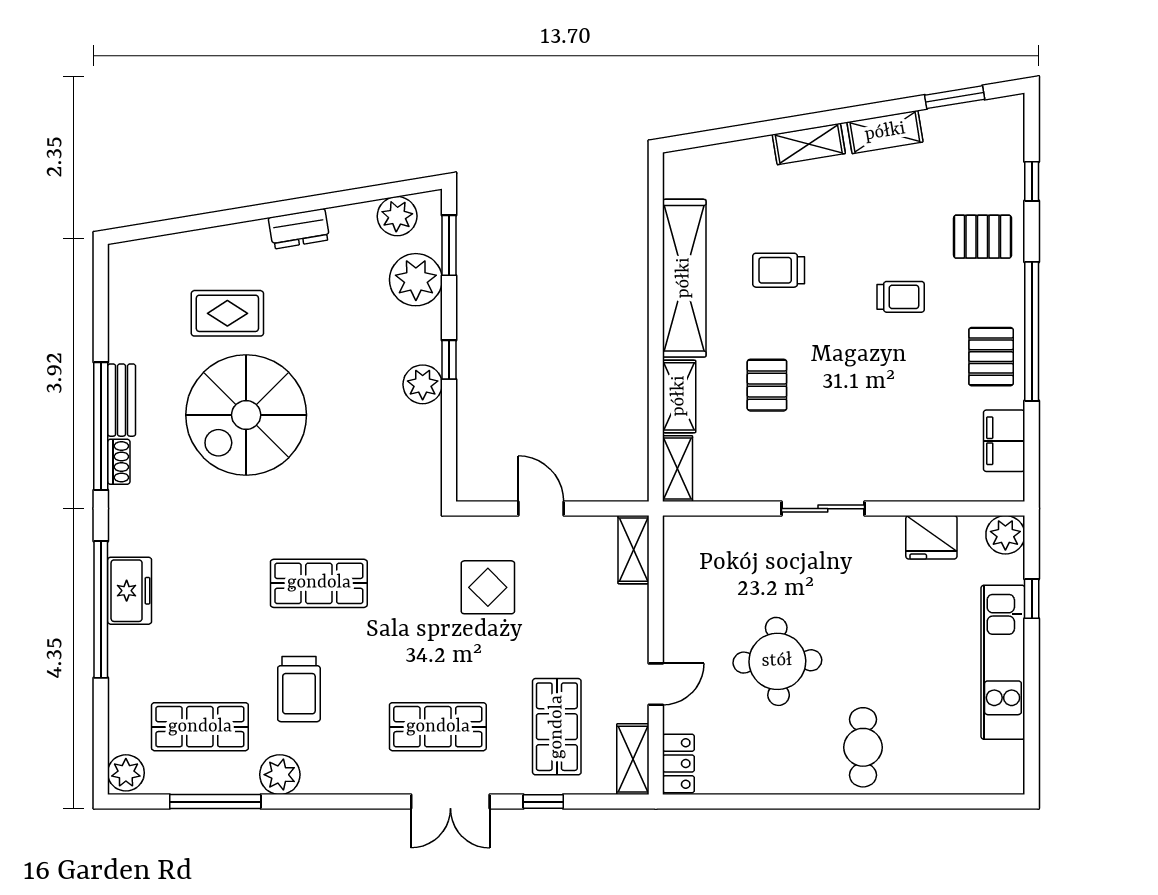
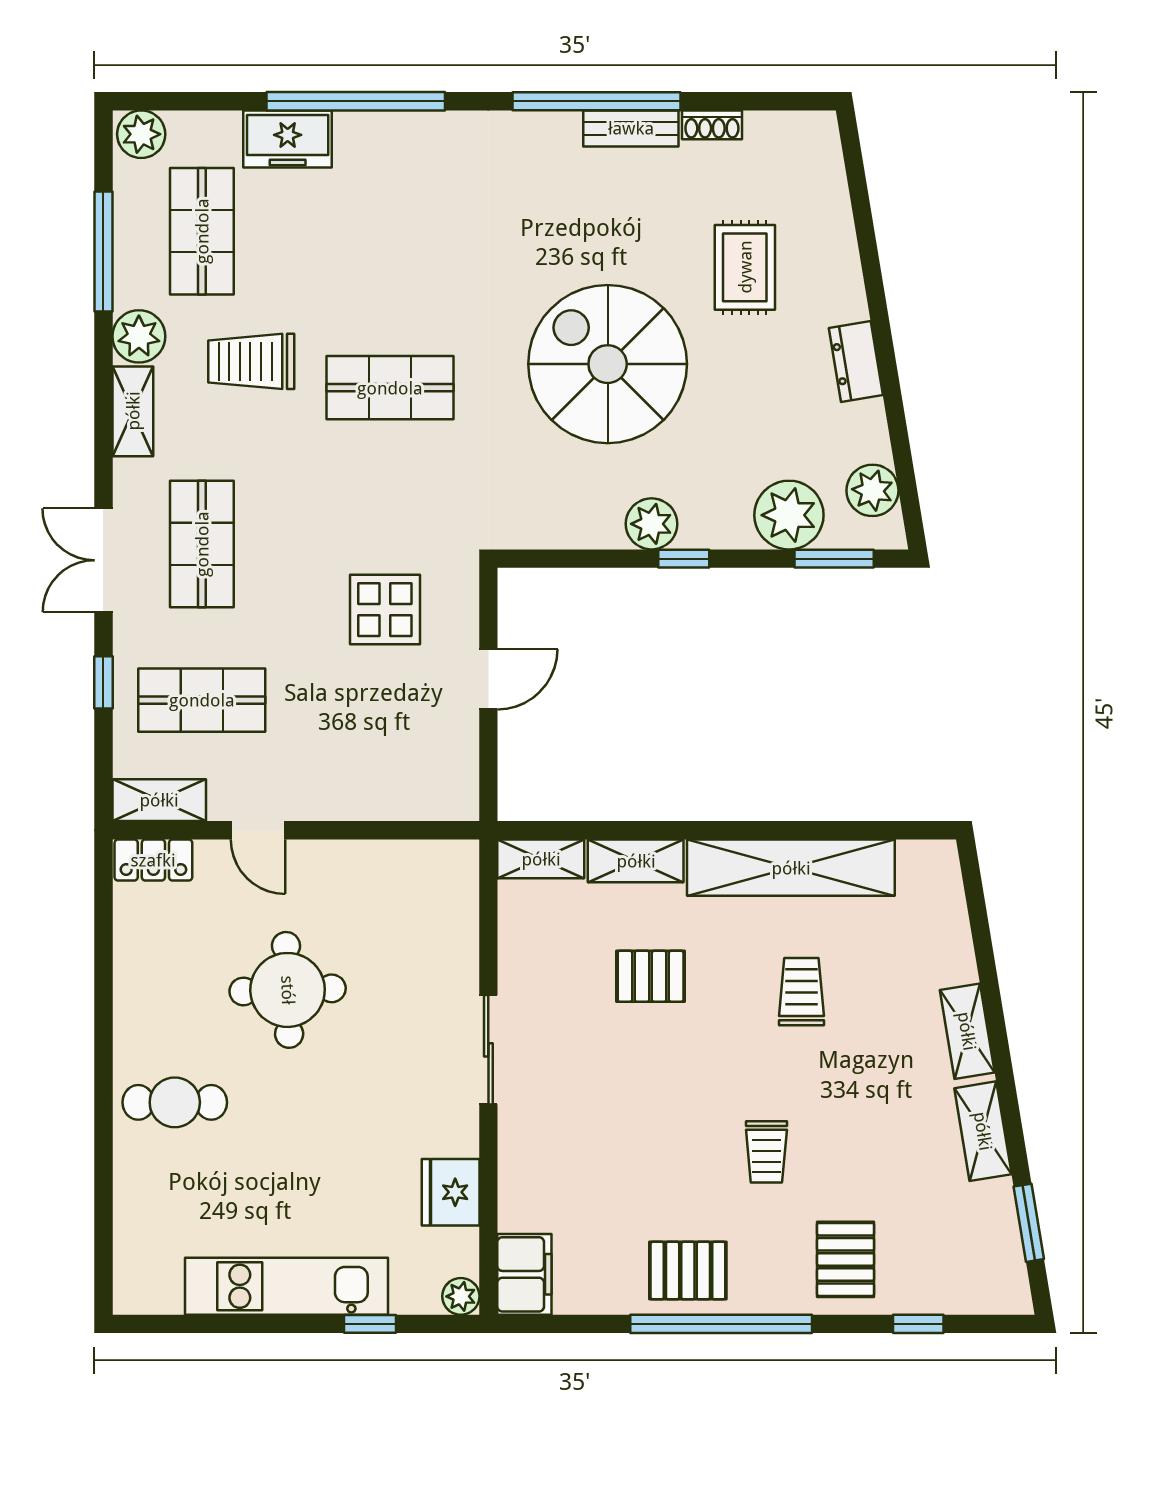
spiral stairs: (246, 415) -> (608, 364), moved
filing cabinet: (1004, 441) -> (524, 1274), moved, turned 90
shoe rack: (119, 462) -> (712, 125), moved
plant: (1005, 535) -> (461, 1296), width x0.73, depth x0.73
shelving: (634, 550) -> (133, 411), moved, turned 90
shop shelf: (319, 583) -> (390, 388), turned 90
freezer: (130, 591) -> (288, 139), moved

